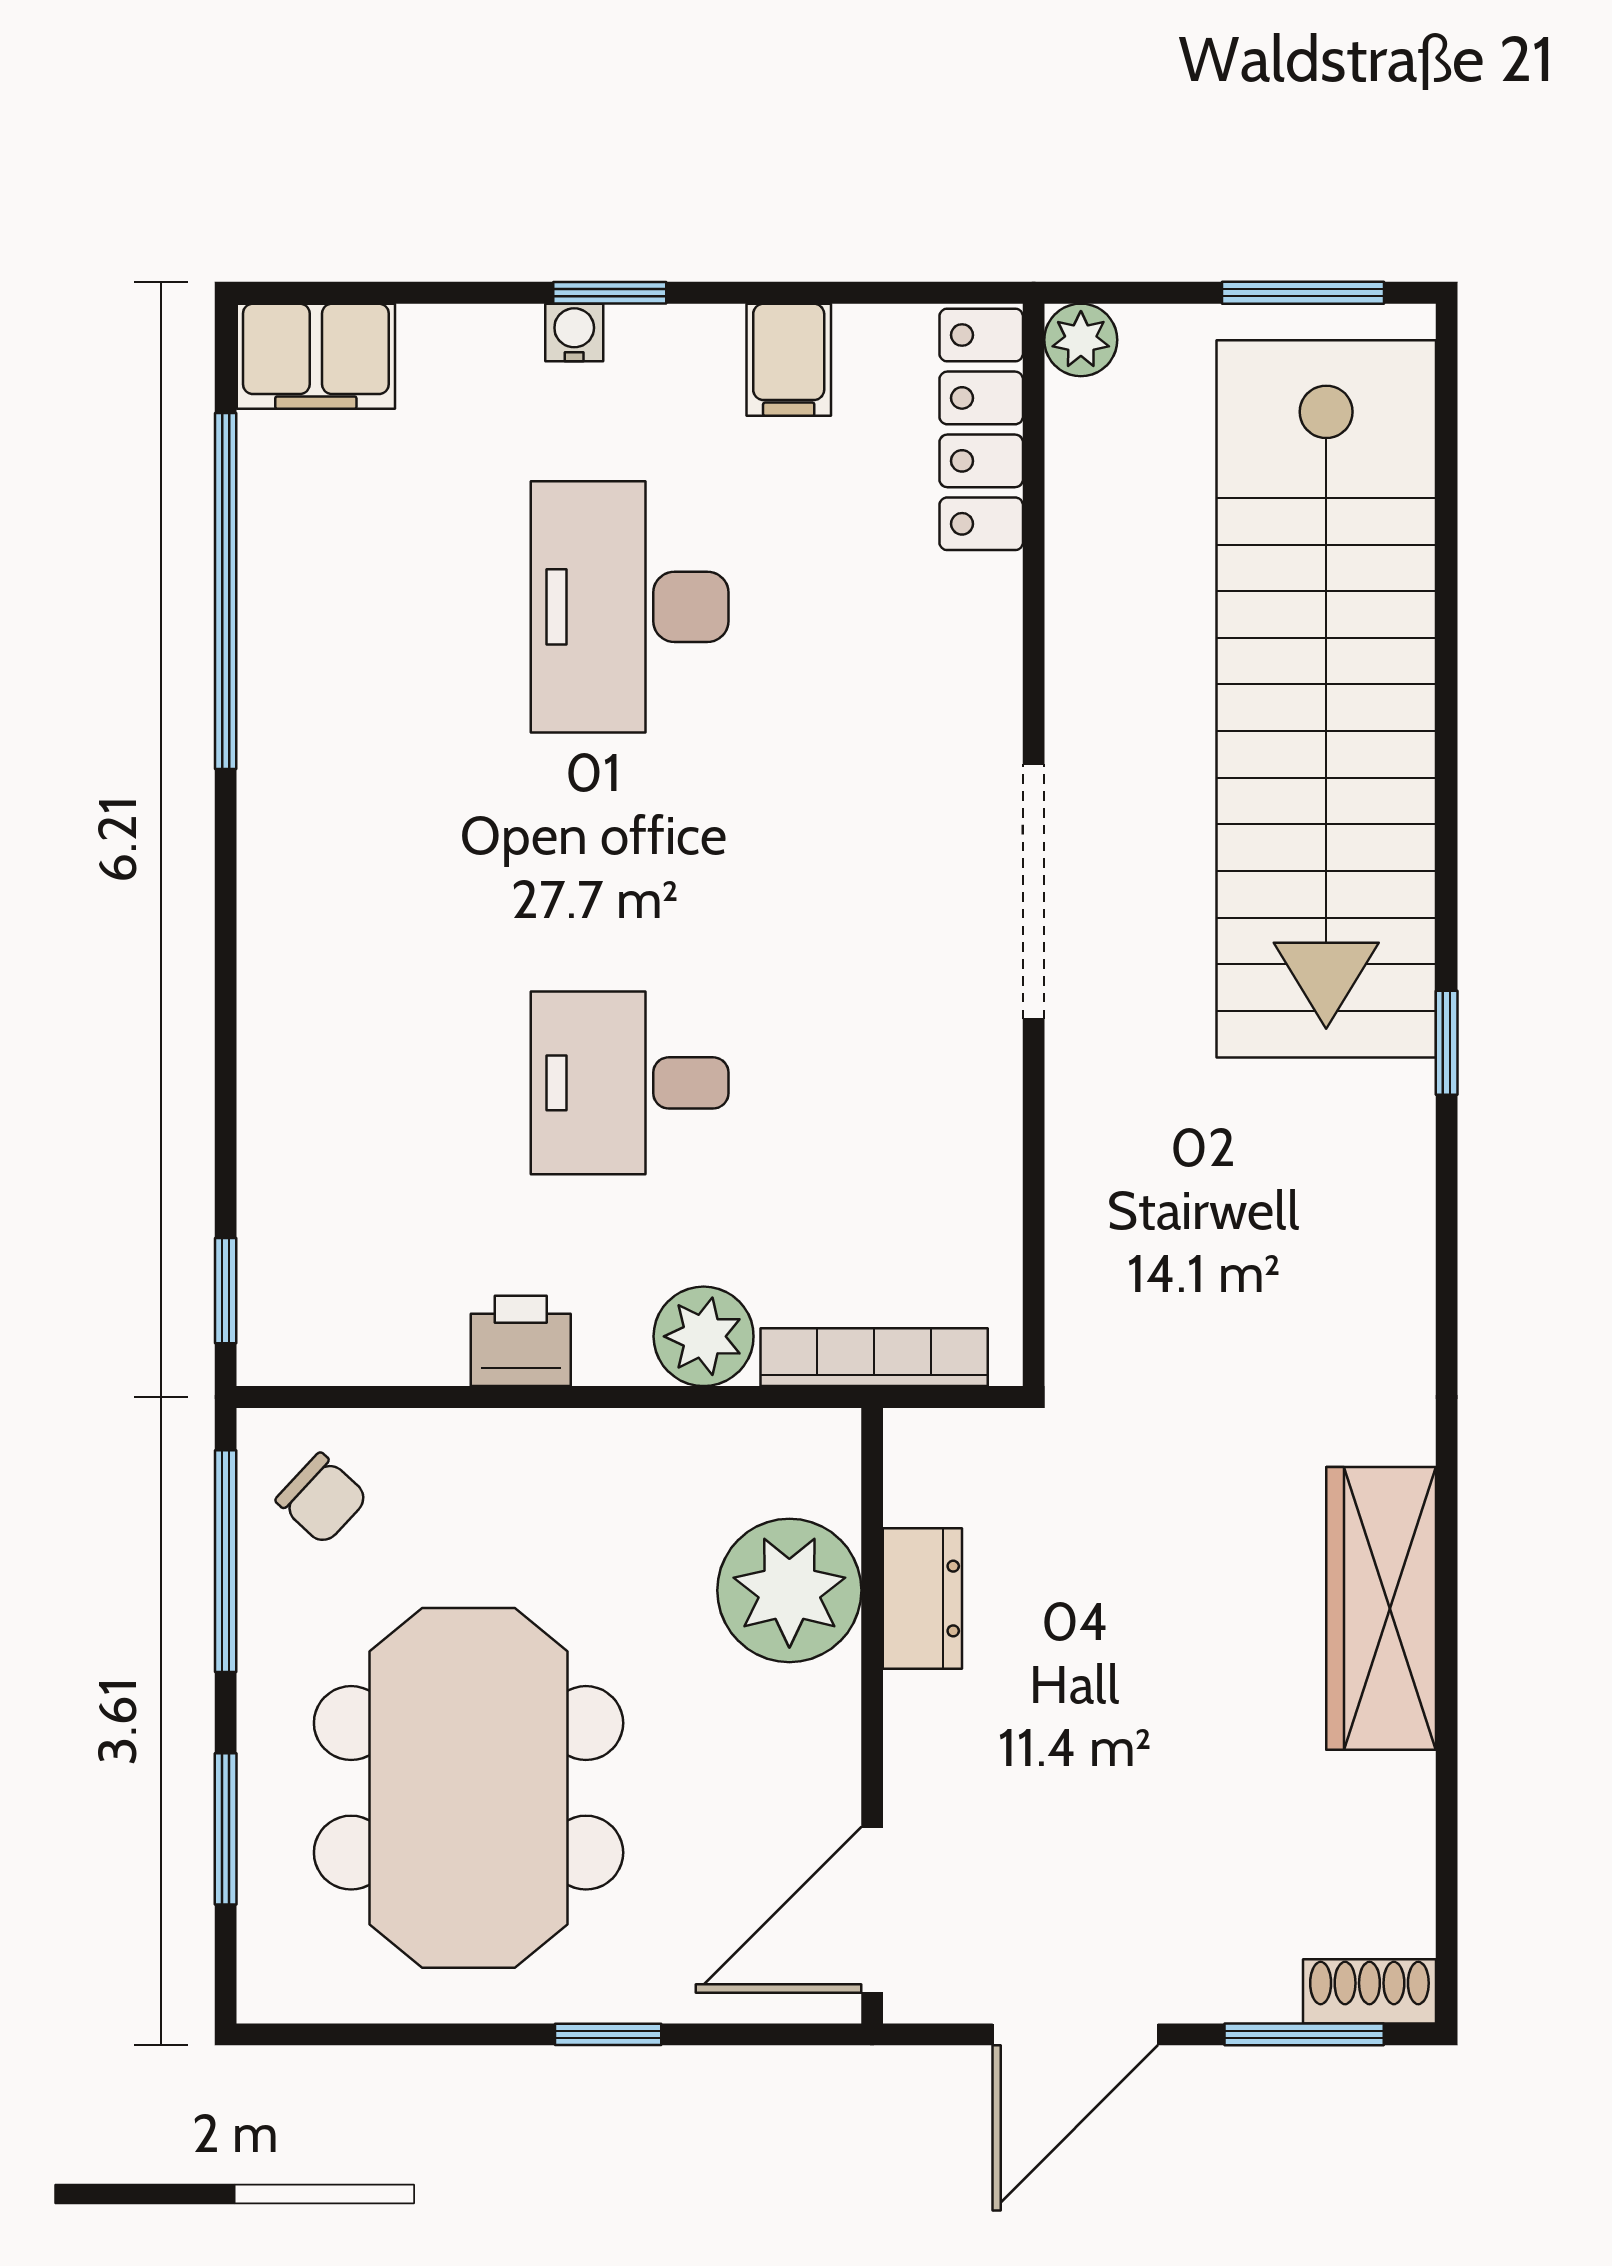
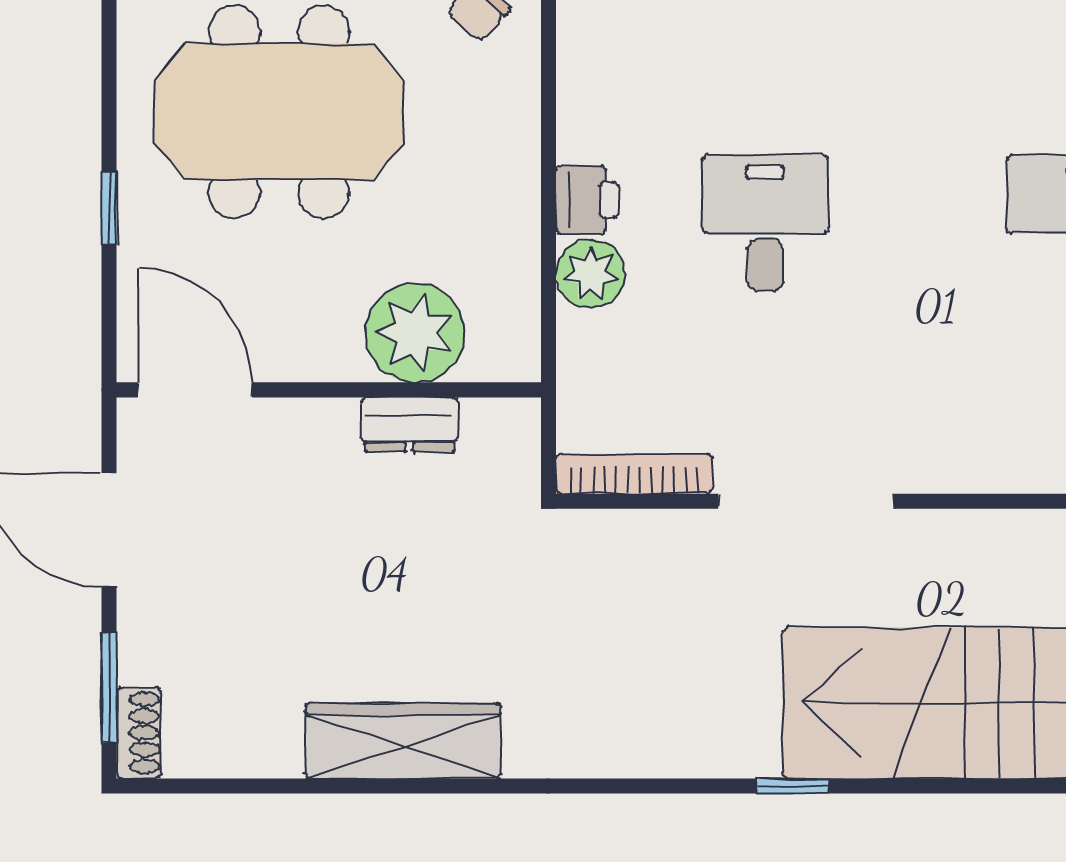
doorway: (1034, 892) -> (806, 501), moved
printer: (521, 1341) -> (587, 200), moved
bookcase: (874, 1357) -> (634, 474), moved, turned -90

